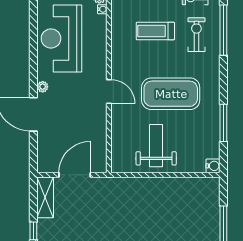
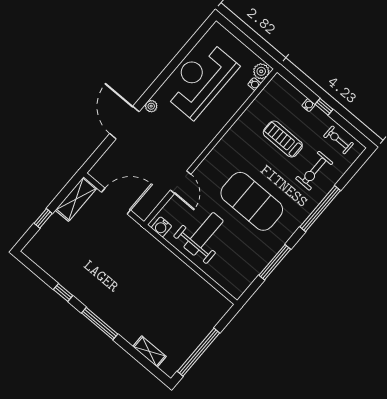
window: (223, 30) -> (320, 209), moved
exercise bike: (196, 35) -> (314, 171), turned 180
door: (109, 92) -> (181, 182), moved
water cooler: (213, 166) -> (161, 227), moved, turned 90

